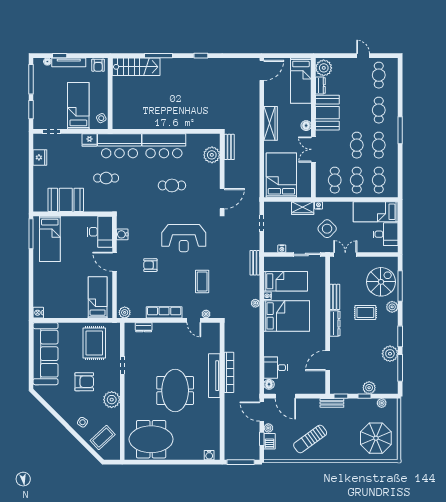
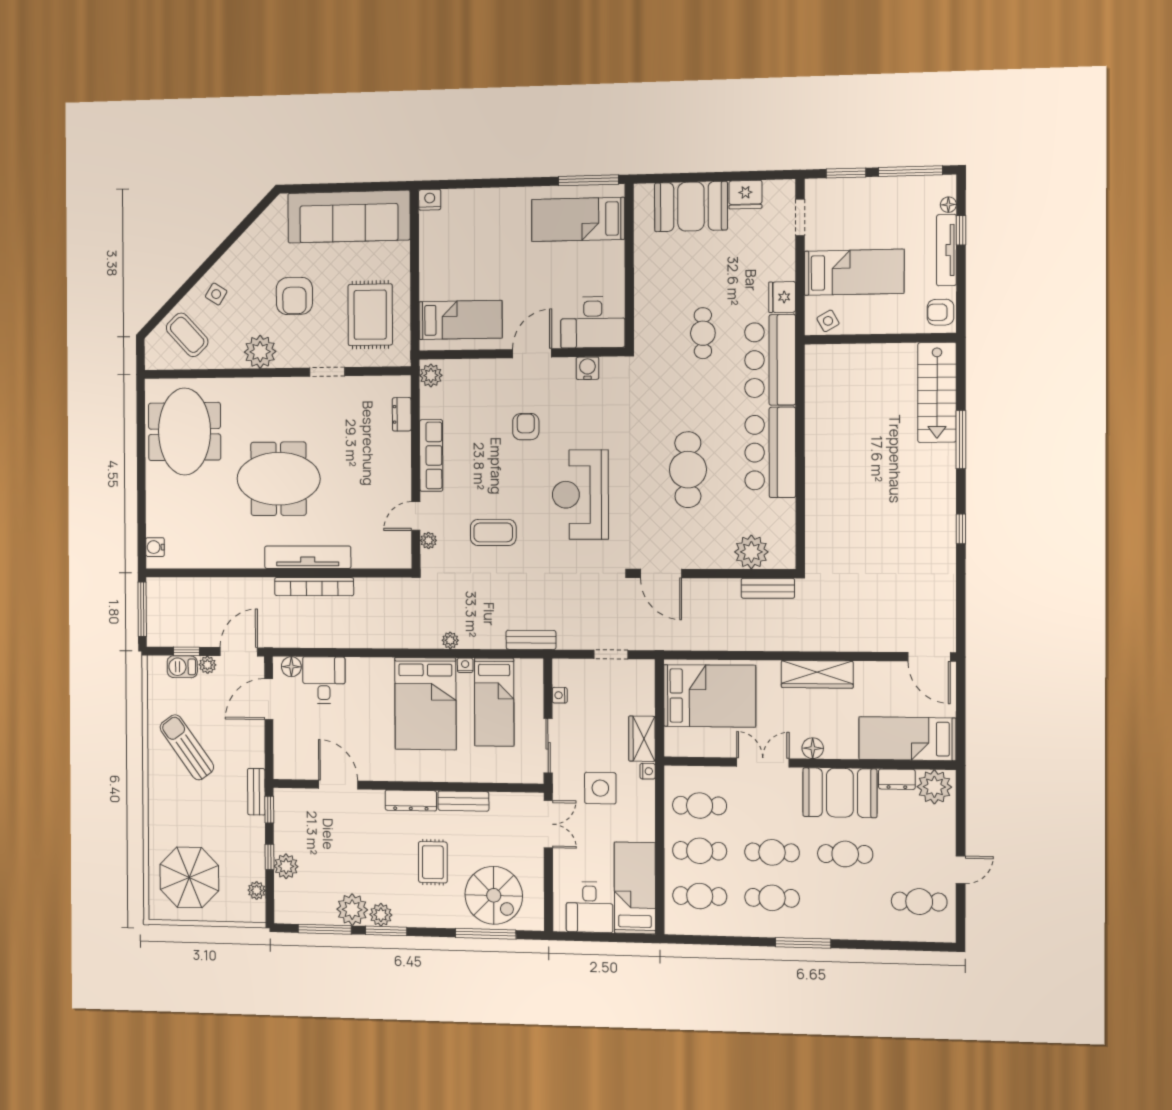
cafe table: (379, 110) -> (845, 854), moved
cafe table: (172, 185) -> (688, 470), width x1.37, depth x1.35
booth: (66, 200) -> (691, 206), moved, turned 90
side table: (327, 229) -> (600, 788), turned 45
plant: (392, 307) -> (381, 915), moved
rug: (94, 343) -> (370, 315), turned 90

